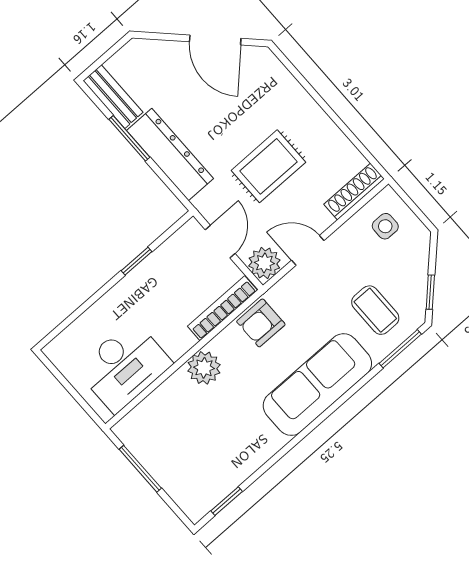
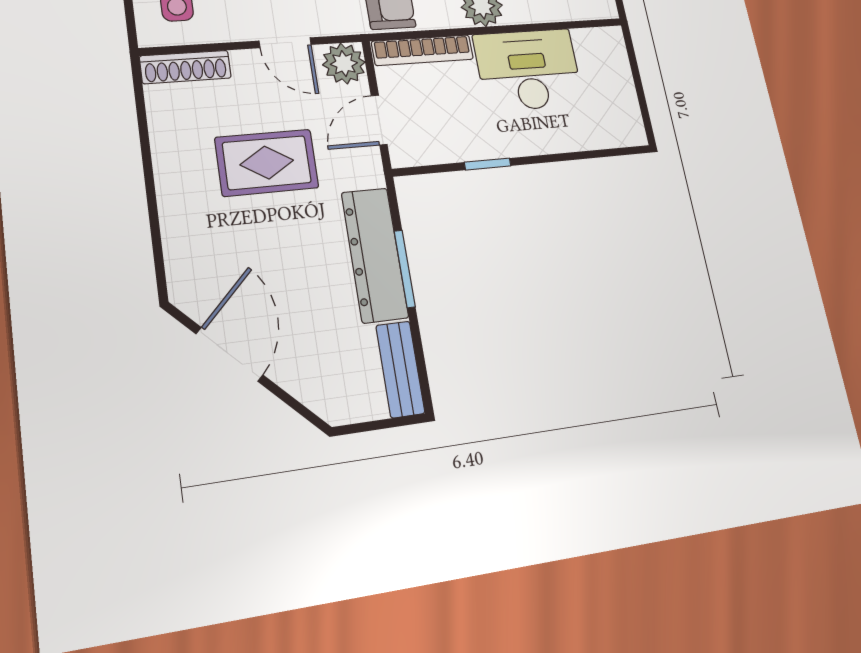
window: (129, 138) -> (405, 269), moved
desk: (124, 366) -> (528, 70), moved

